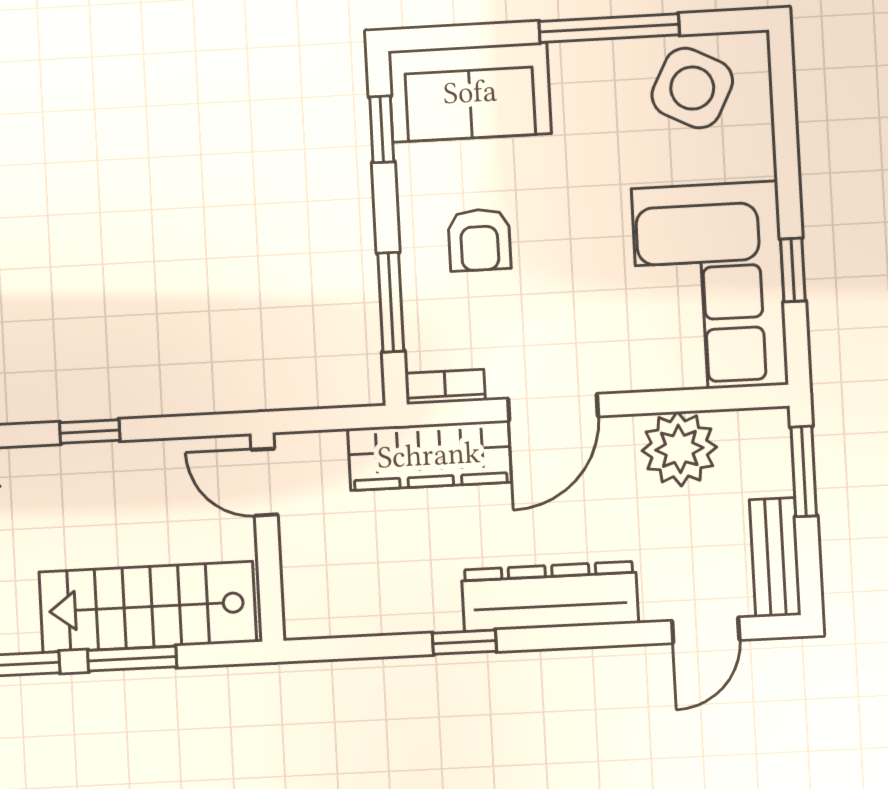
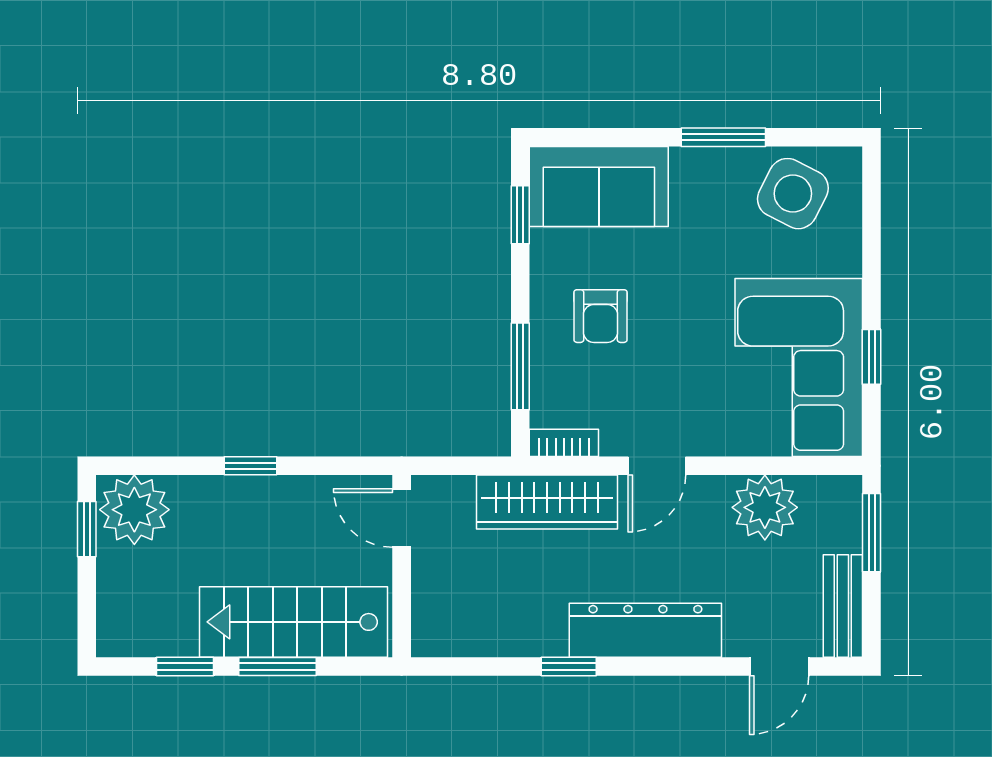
window: (609, 28) -> (723, 137), width x0.69
door: (553, 407) -> (657, 466), width x0.73

